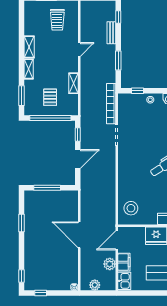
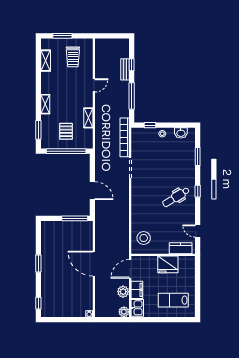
window: (118, 17) -> (132, 65), moved
shelving: (29, 47) -> (46, 61), moved
window: (118, 60) -> (132, 96), width x1.44
window: (78, 135) -> (92, 167), removed
door: (78, 159) -> (92, 191), hinge flipped
window: (47, 188) -> (75, 218), moved
window: (21, 223) -> (38, 264), moved
plant: (95, 285) -> (124, 312), moved
window: (41, 293) -> (57, 320), removed

